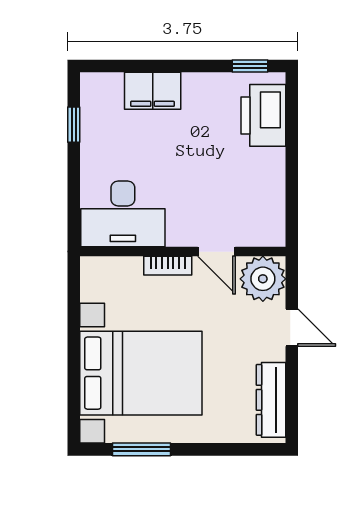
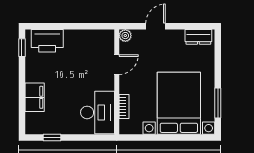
bookcase: (168, 266) -> (124, 106), moved
plant: (263, 279) -> (125, 36), width x0.53, depth x0.53
dresser: (271, 400) -> (198, 37), width x0.70

